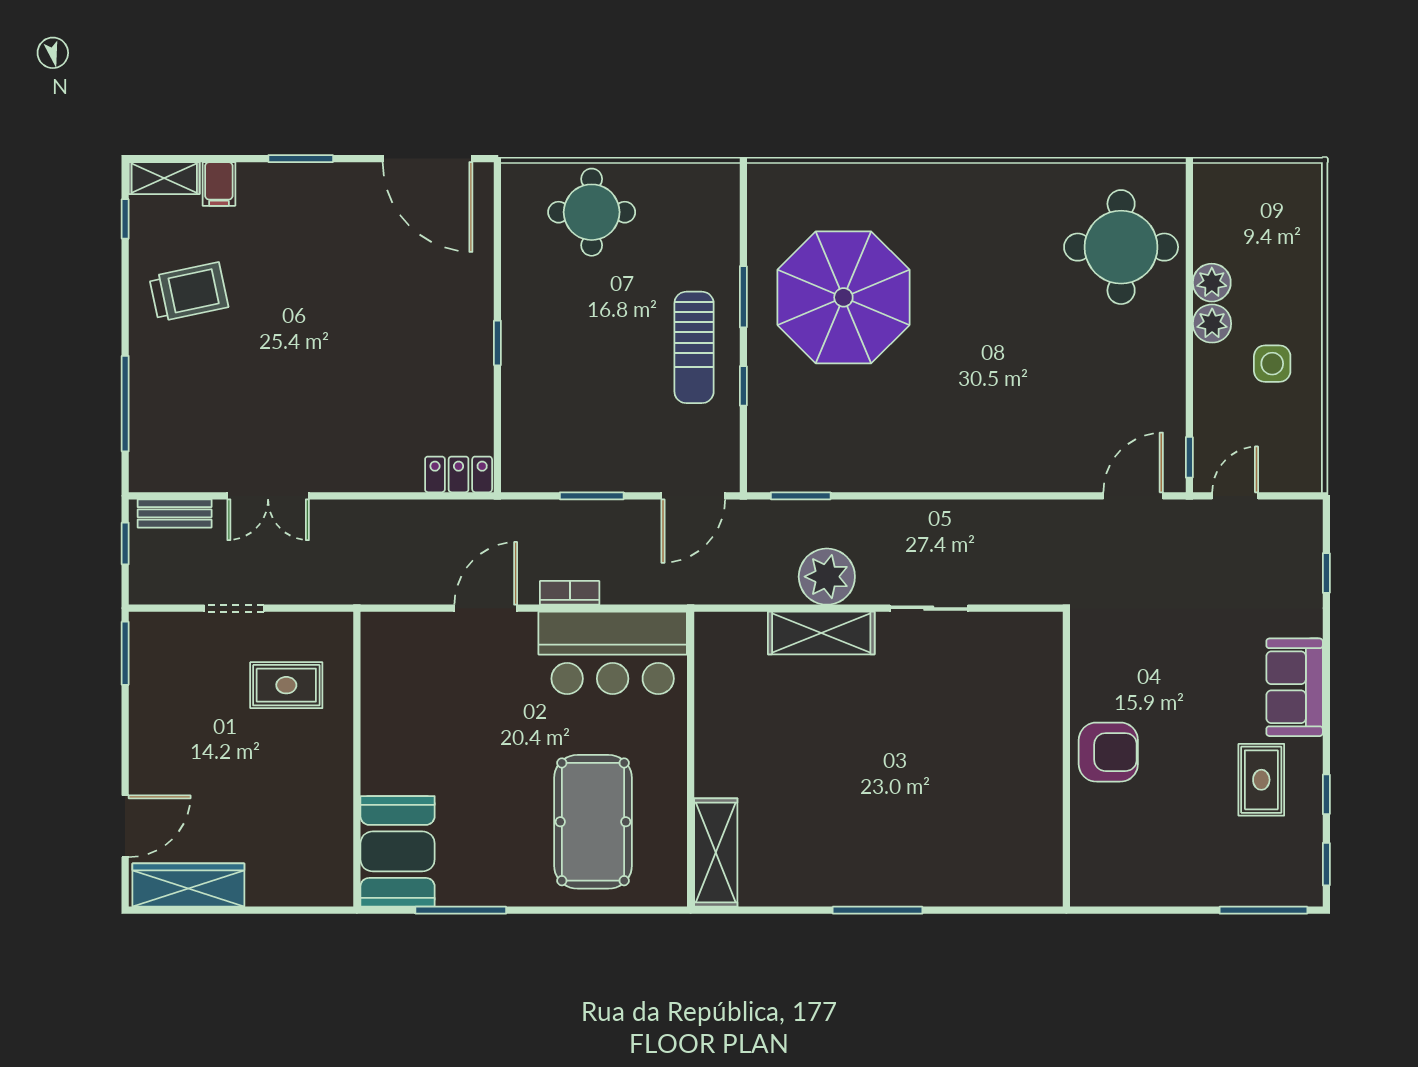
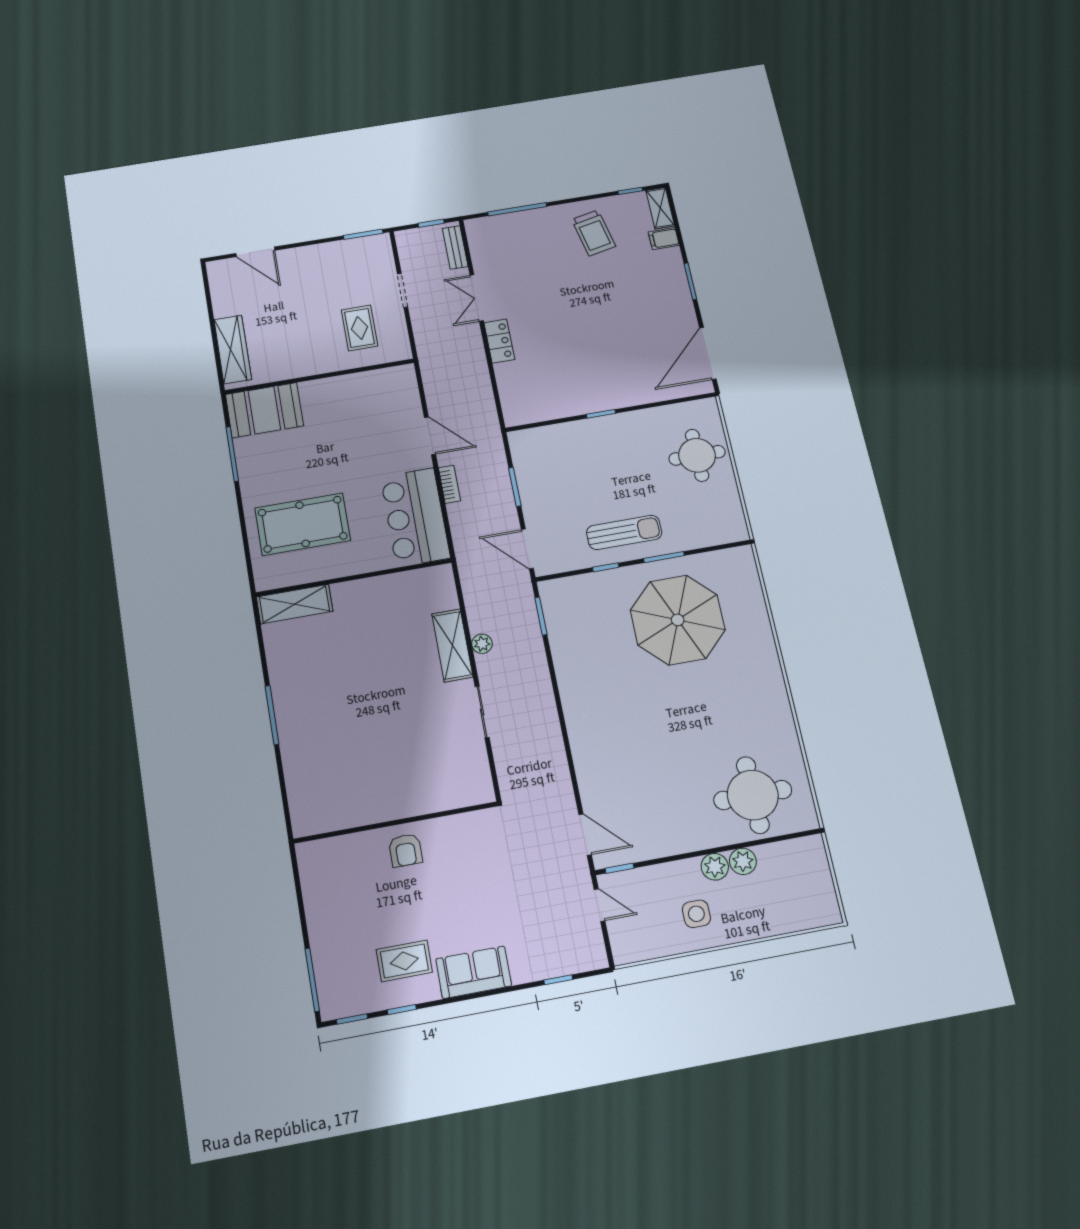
sun lounger: (694, 347) -> (624, 532), turned 180
locker: (459, 474) -> (499, 341), moved
plant: (827, 577) -> (482, 644), width x0.53, depth x0.53
armchair: (1108, 752) -> (405, 850), width x0.72, depth x0.72
wardrobe: (188, 885) -> (233, 349), moved

